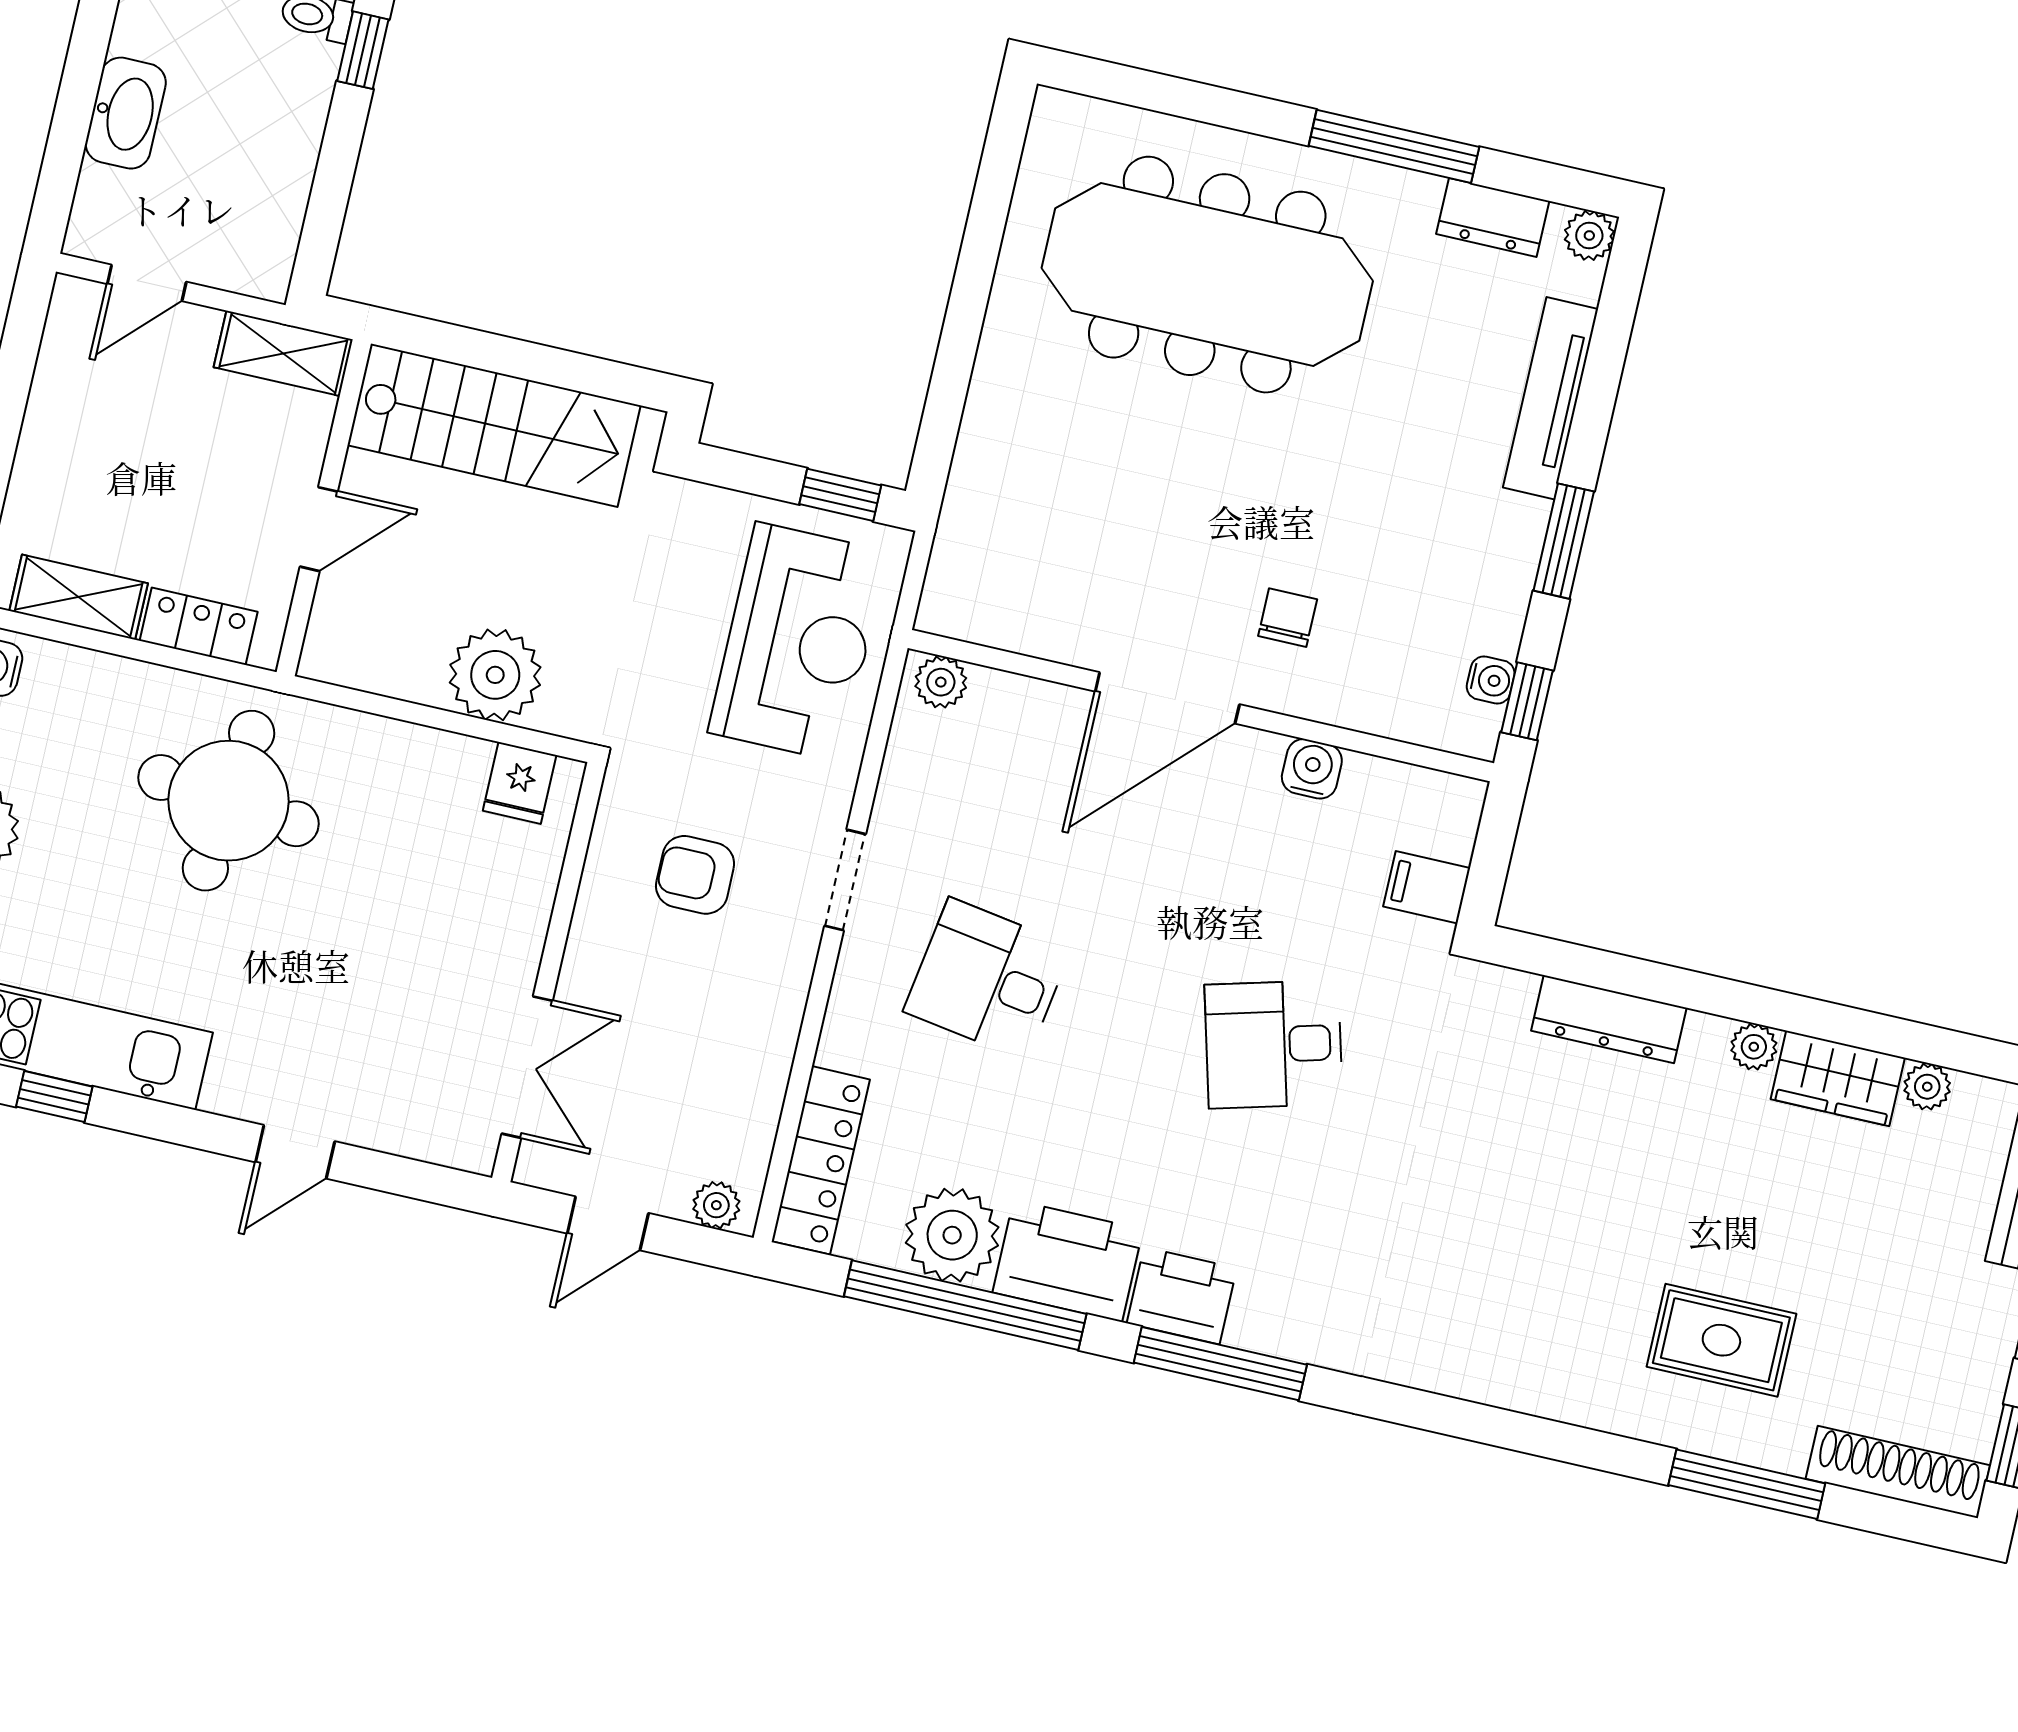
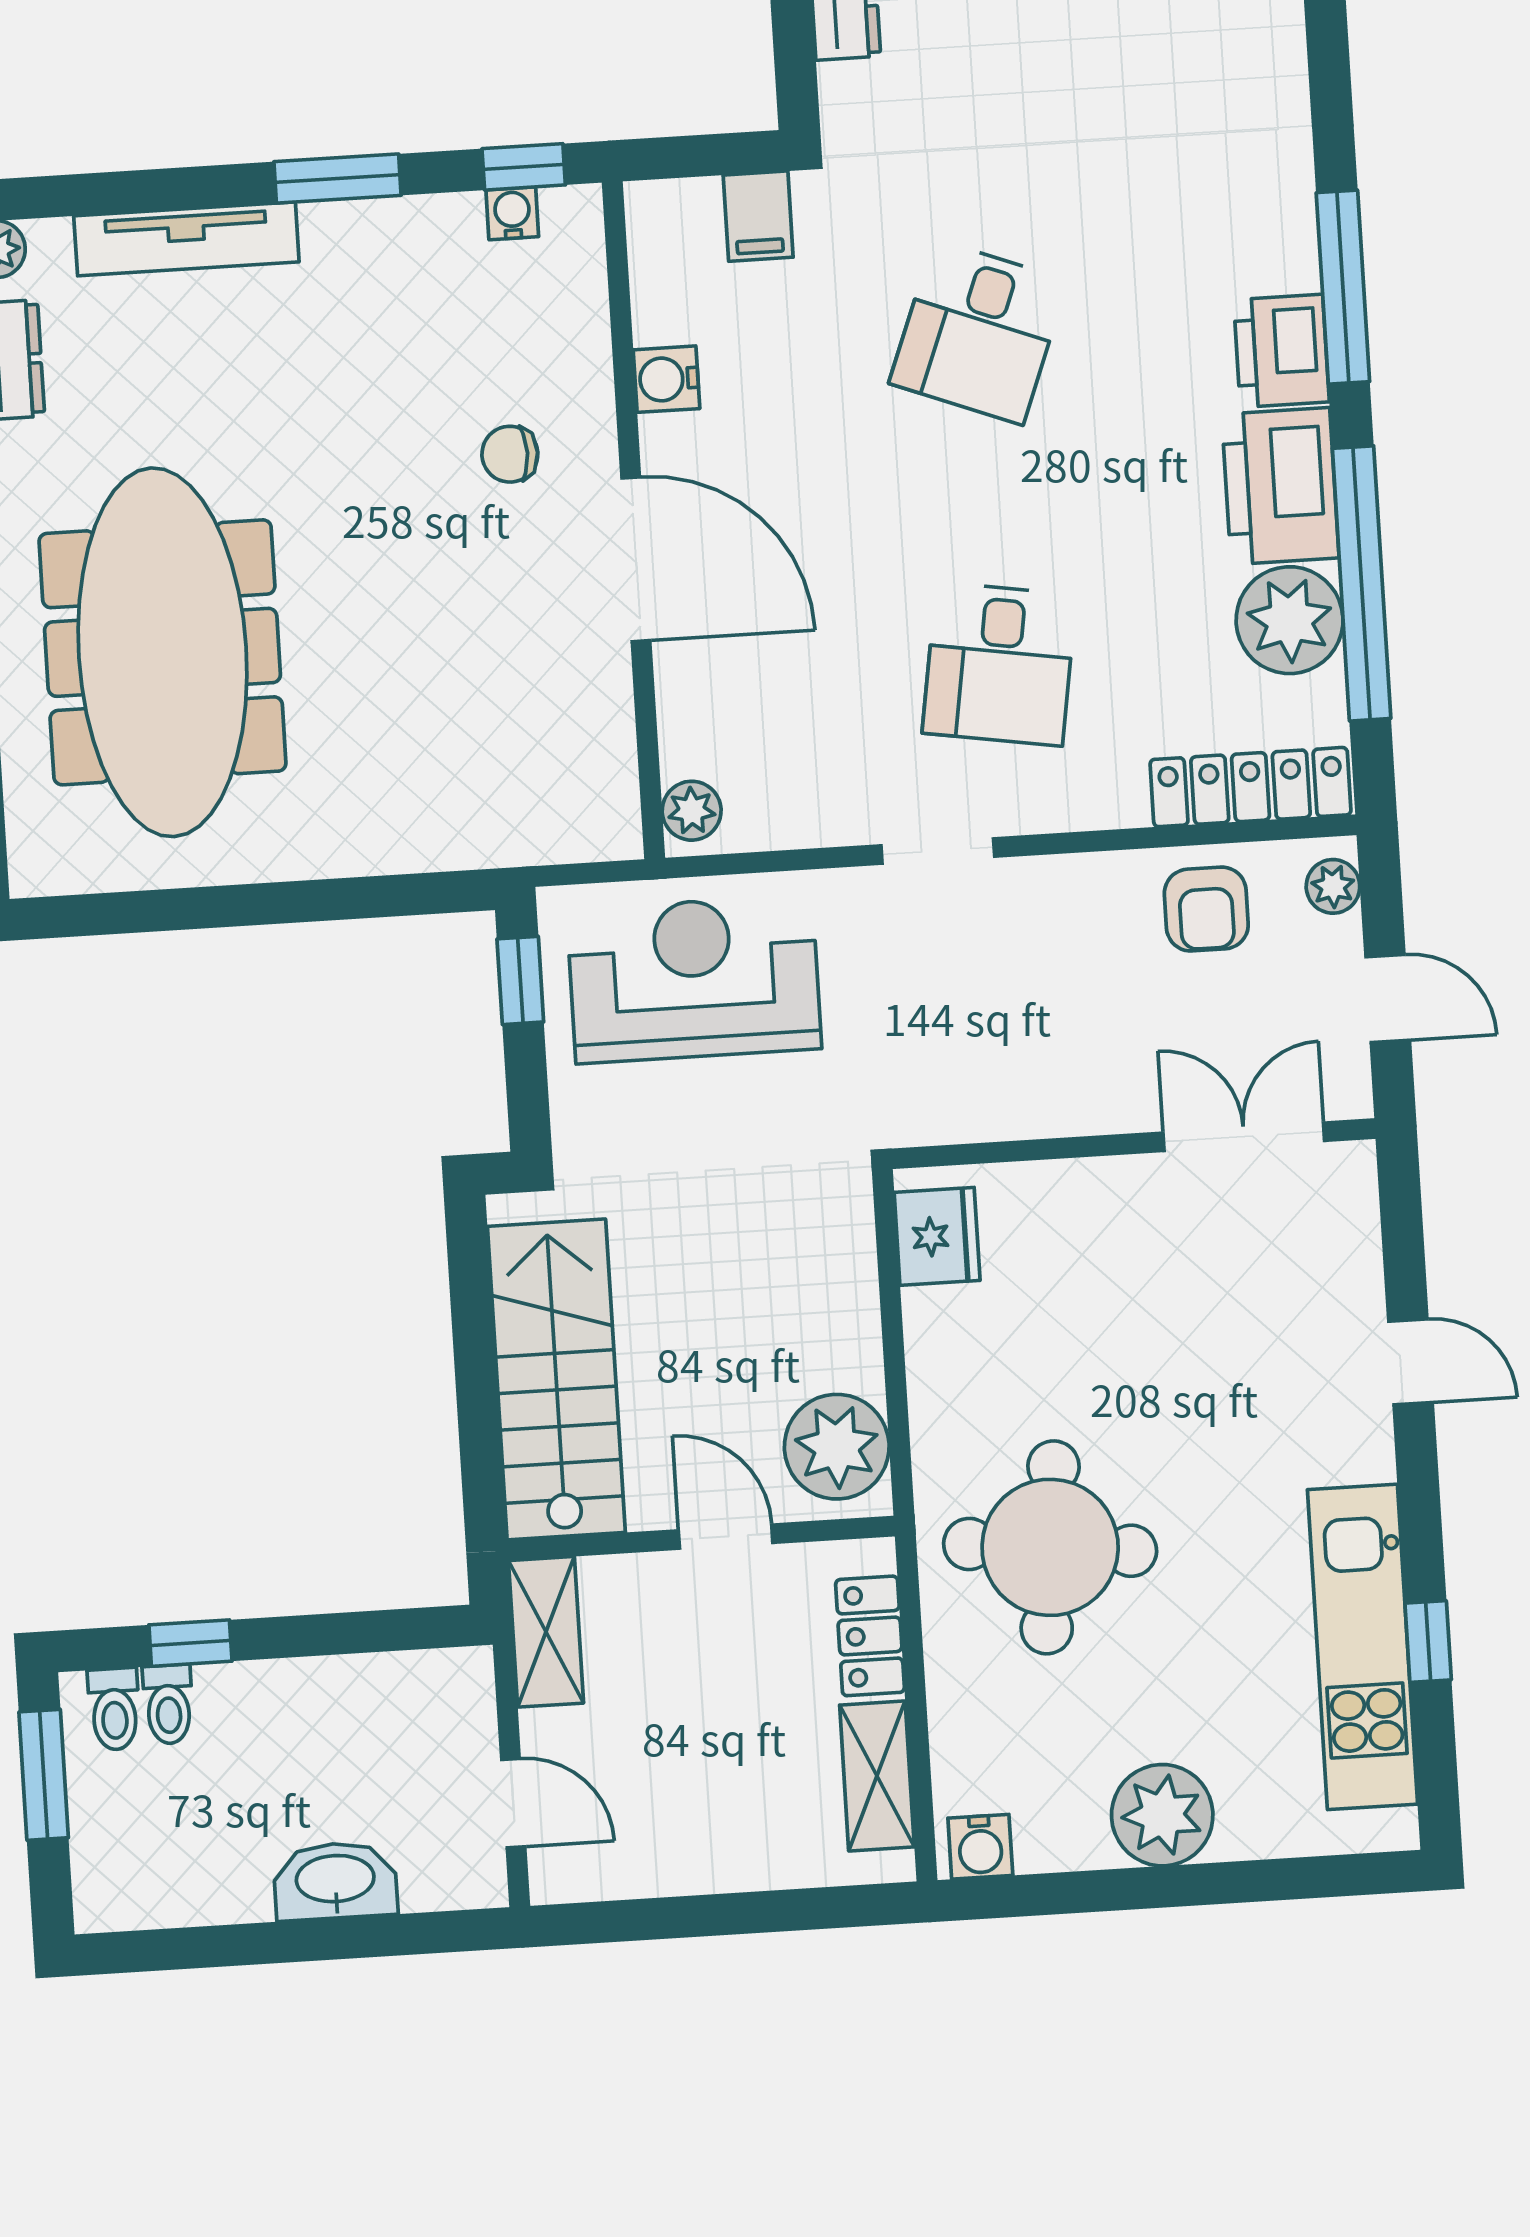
plant: (495, 675) -> (837, 1447), moved
fridge: (520, 783) -> (937, 1236), width x1.38
armchair: (695, 875) -> (1206, 909), moved
desk: (1274, 1044) -> (978, 332), turned 36

